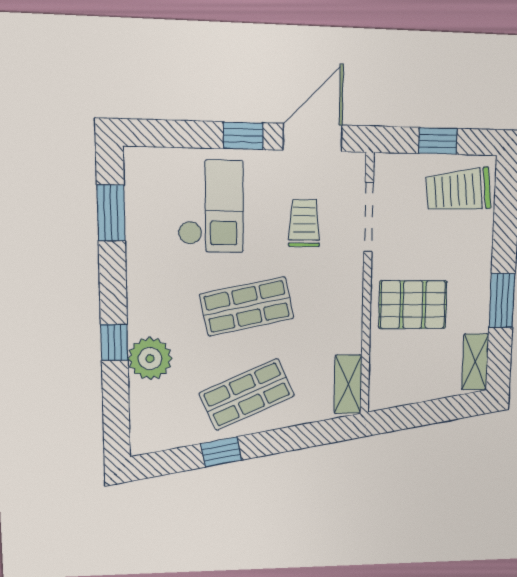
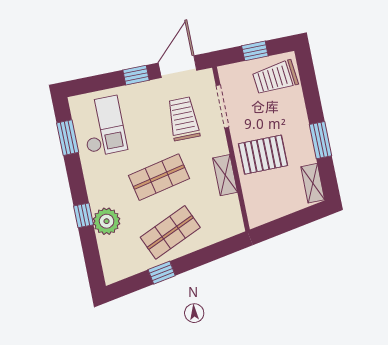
checkout: (211, 206) -> (103, 126), moved
trolley: (304, 223) -> (183, 119), width x1.36, depth x1.39
shelving: (348, 384) -> (225, 175), moved

